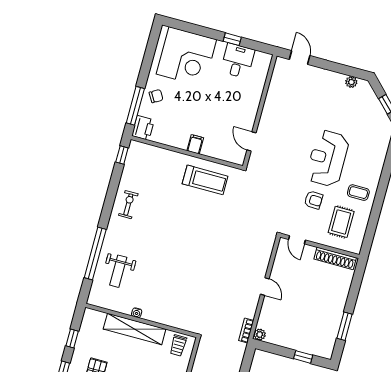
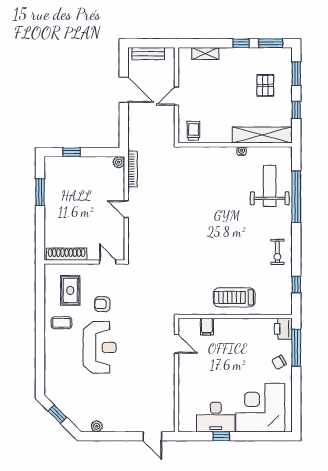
desk: (238, 61) -> (216, 417), width x1.37
filing cabinet: (195, 144) -> (207, 327), moved
window: (122, 155) -> (296, 285), moved
treadmill: (205, 180) -> (234, 297), moved
weight bench: (118, 271) -> (270, 186), width x1.36, depth x1.33
shelving: (135, 329) -> (262, 135), moved
bookcase: (246, 331) -> (133, 169), width x1.56

